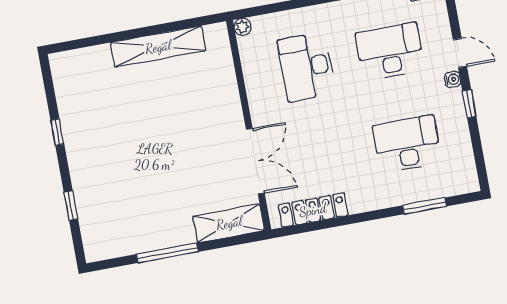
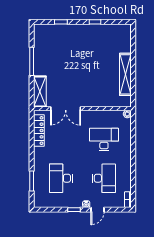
desk: (407, 144) -> (61, 178), turned 180

